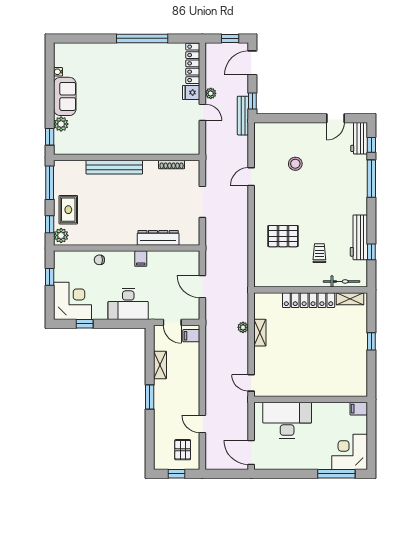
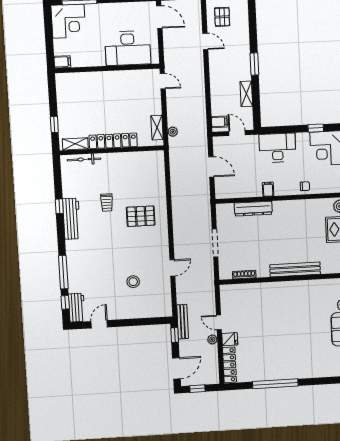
bicycle: (342, 281) -> (84, 159), moved
wall: (311, 290) -> (112, 150), moved
shelving: (350, 299) -> (75, 144), moved
locker: (309, 300) -> (113, 141), moved

